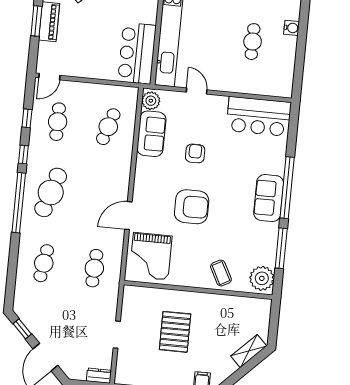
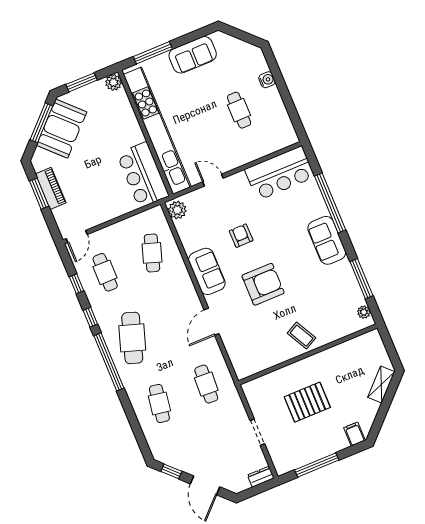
sofa: (151, 134) -> (207, 271), moved
window: (287, 188) -> (330, 203), moved
grand piano: (151, 256) -> (250, 347), removed
coffee table: (221, 273) -> (302, 336), moved
plant: (262, 278) -> (364, 312), width x0.53, depth x0.53
pallet: (175, 332) -> (307, 402), turned 90

